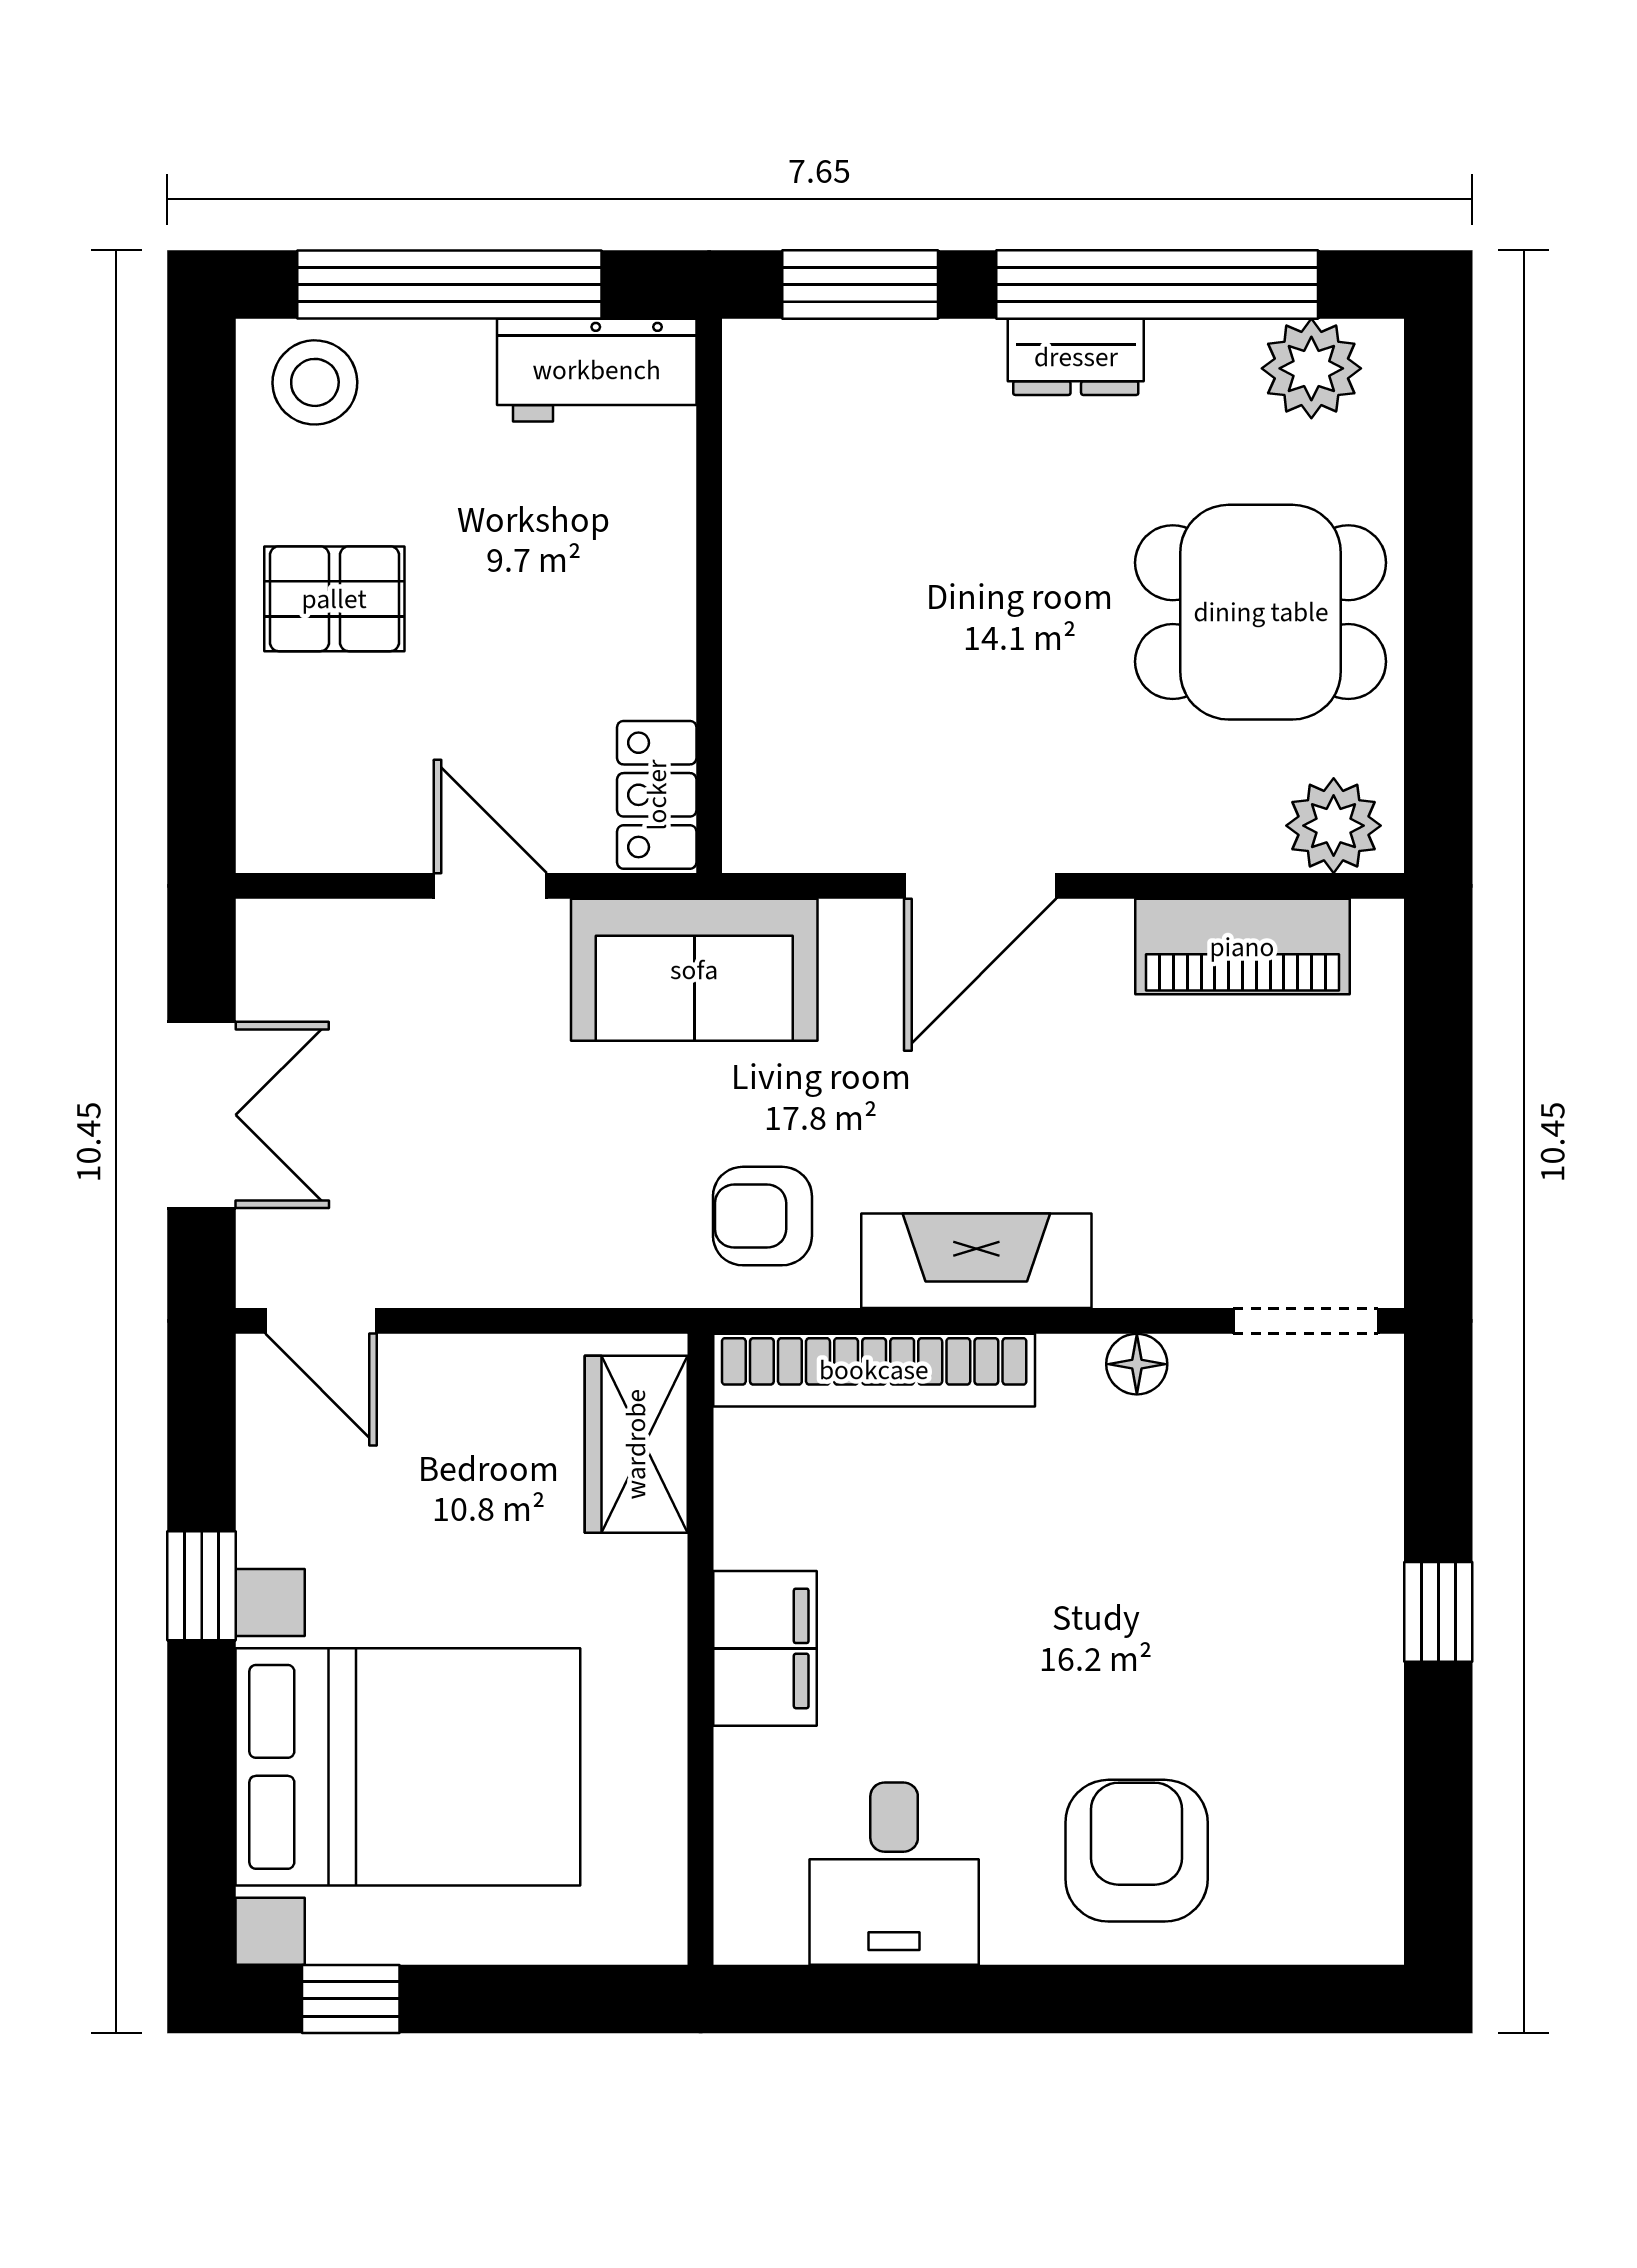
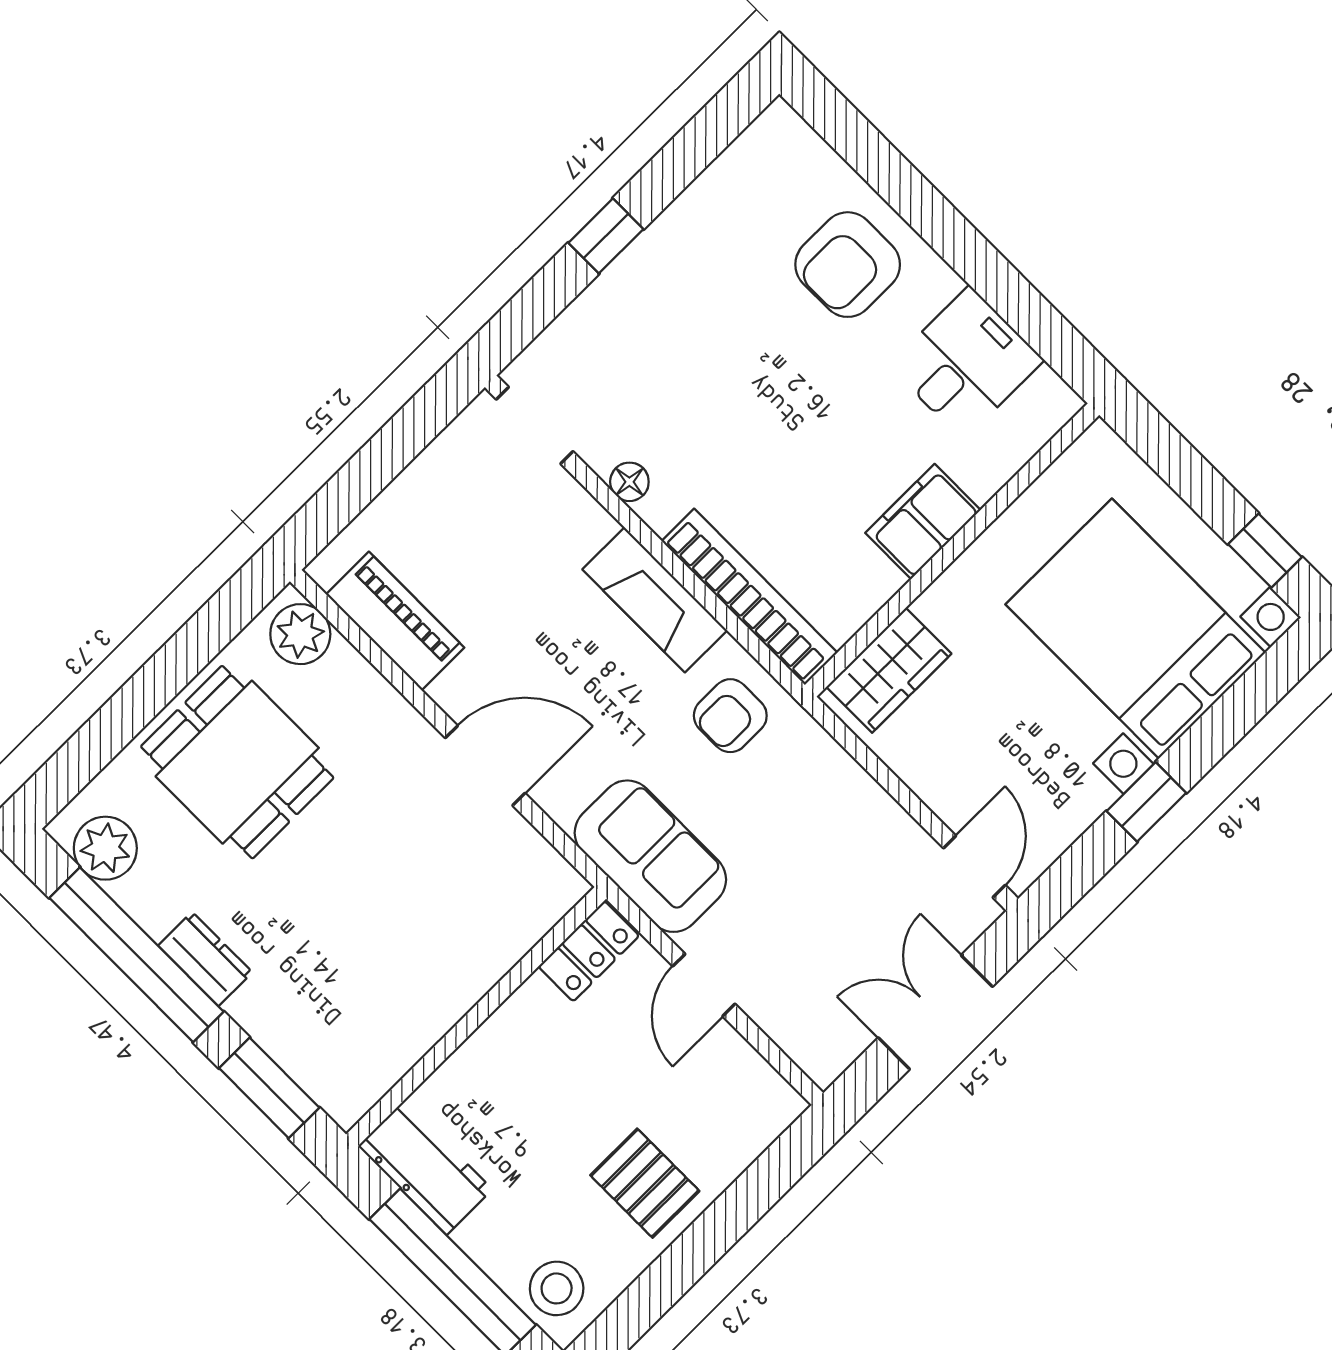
armchair: (762, 1216) -> (730, 716), turned 90

